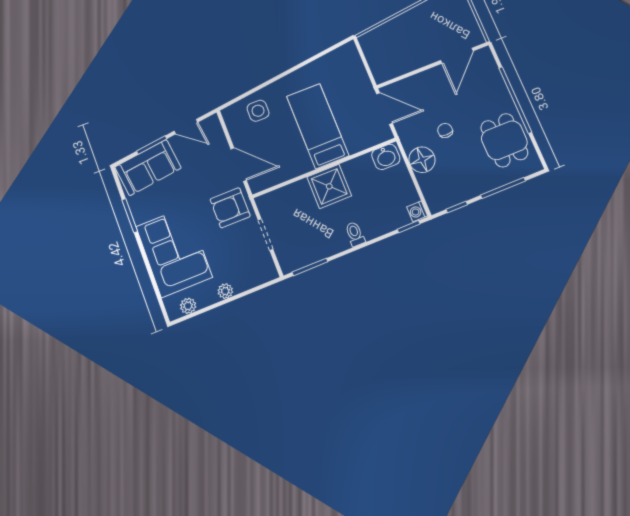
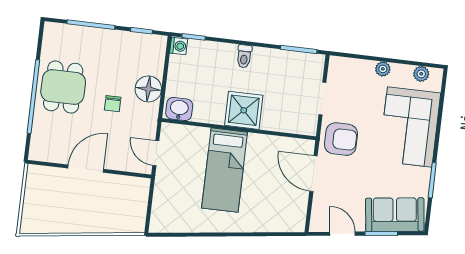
door: (457, 56) -> (86, 169), moved
door: (384, 109) -> (156, 153), width x0.73
side table: (258, 111) -> (270, 213), removed
dining table: (504, 140) -> (63, 87), moved

